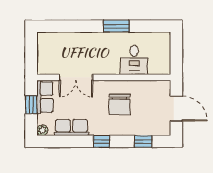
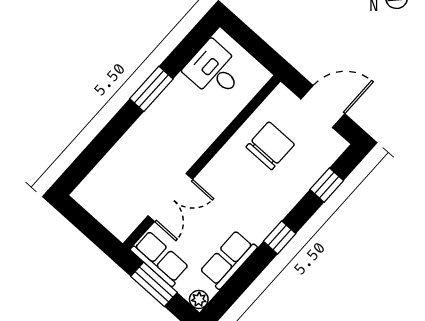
desk: (134, 60) -> (214, 70), moved, turned 180
chair: (120, 104) -> (270, 146), moved, turned -90
window: (31, 105) -> (154, 284), width x1.50

